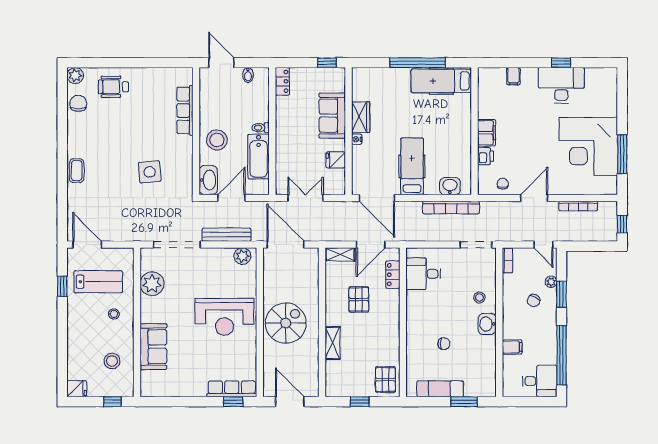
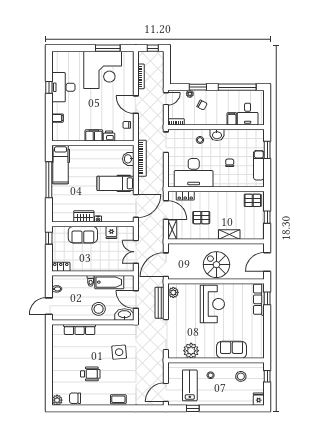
wheelchair: (113, 87) -> (90, 374), moved, turned -90
desk: (423, 274) -> (194, 173), width x1.87, depth x1.30
desk: (540, 381) -> (248, 114), moved, turned 180

